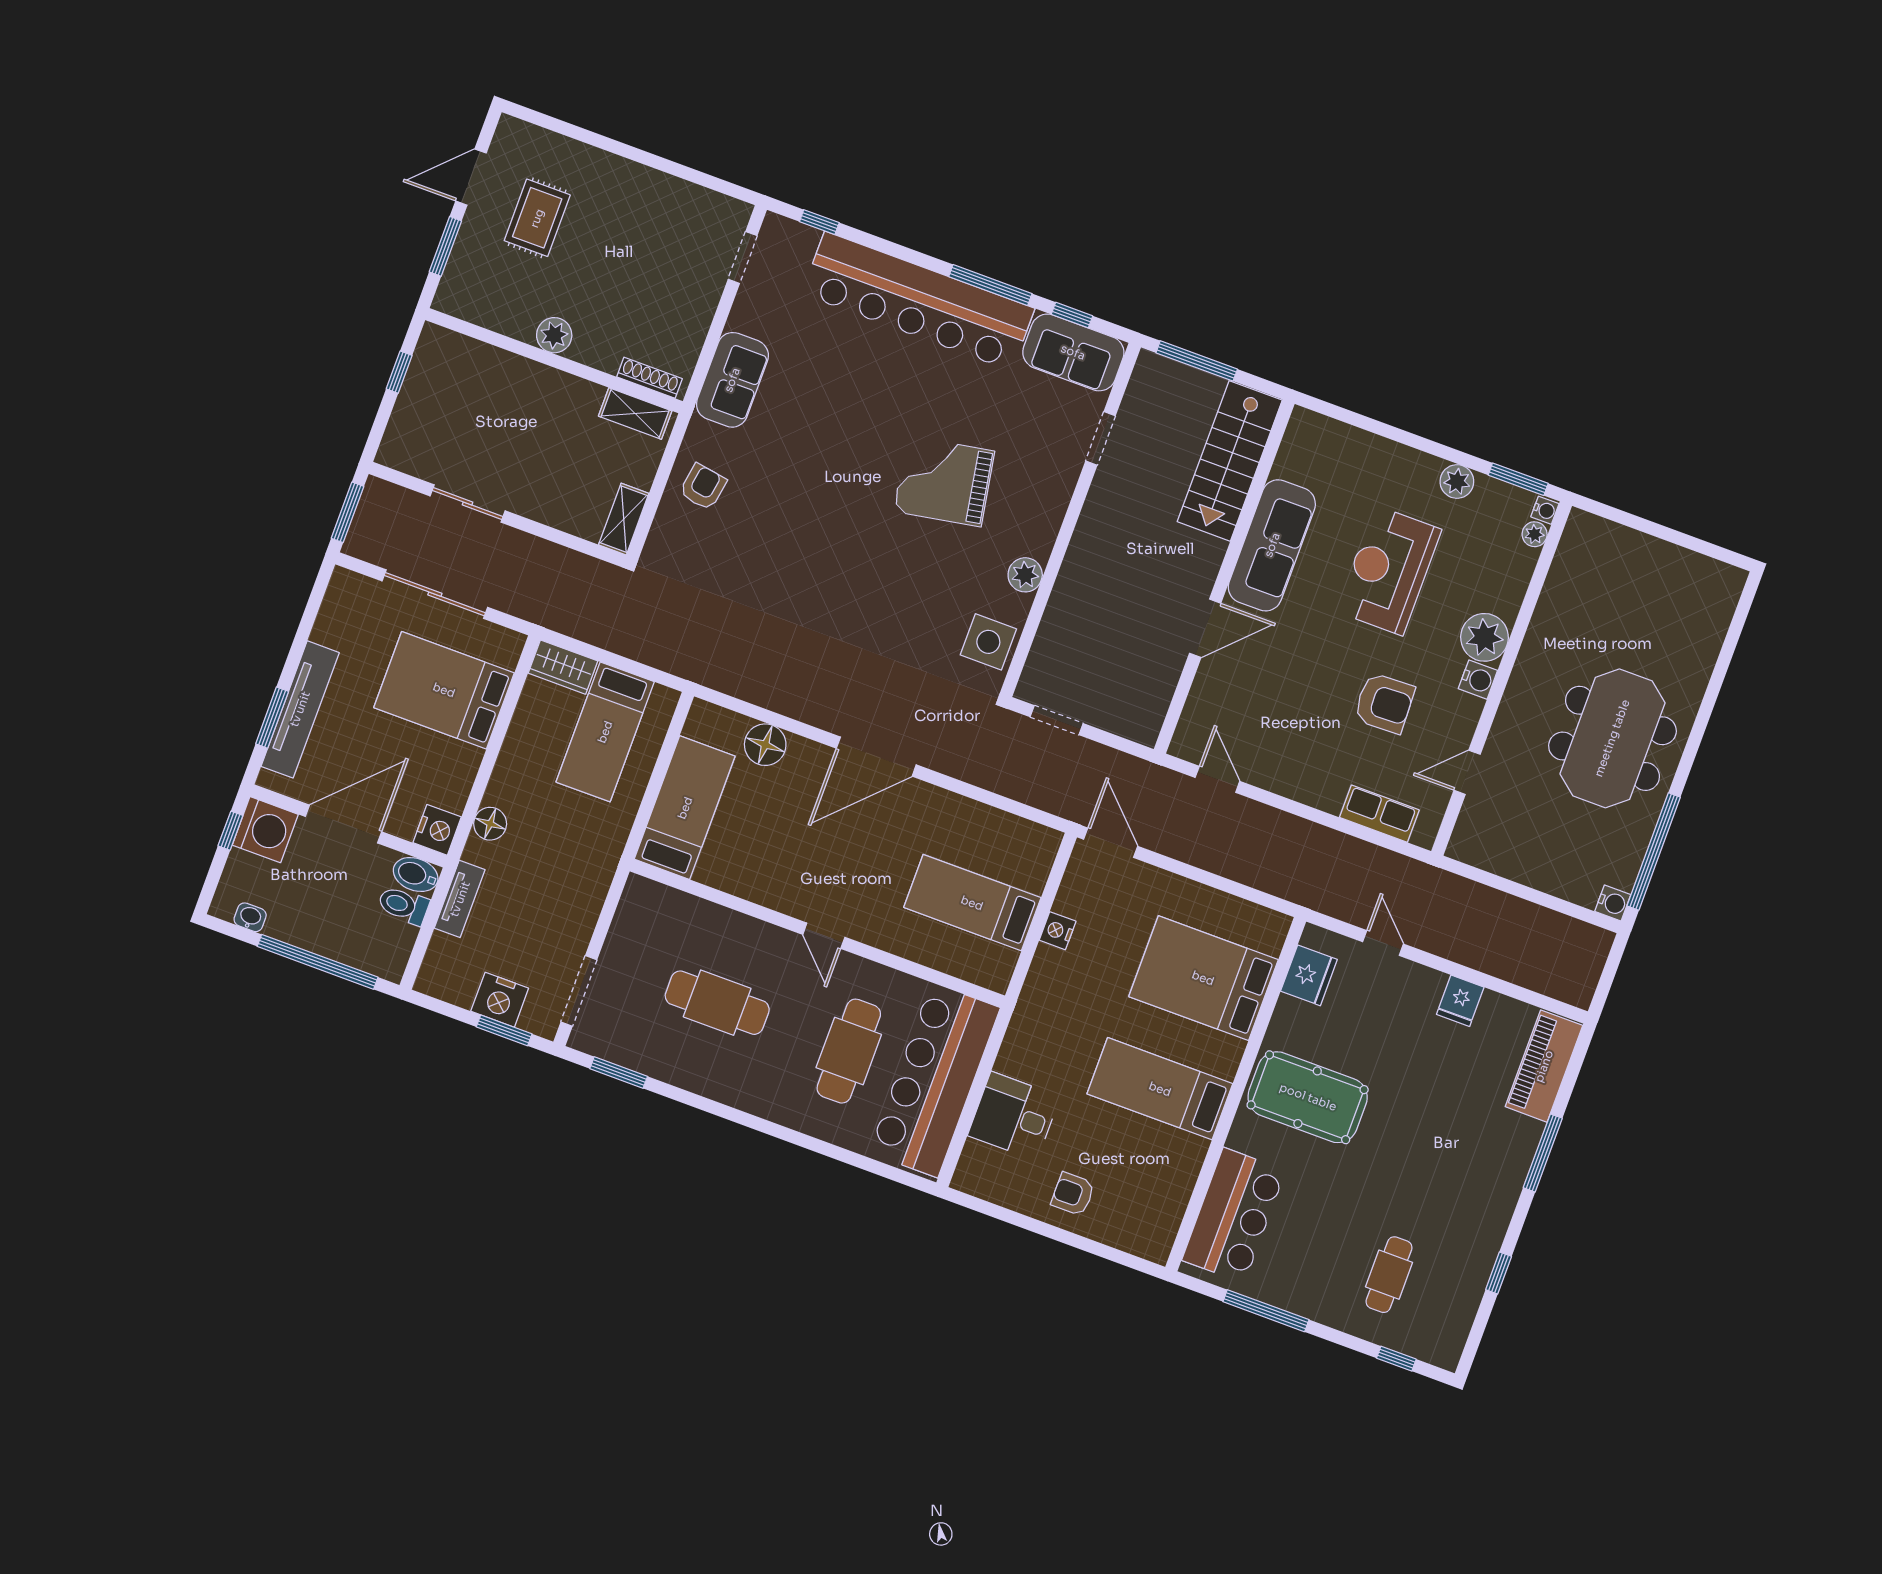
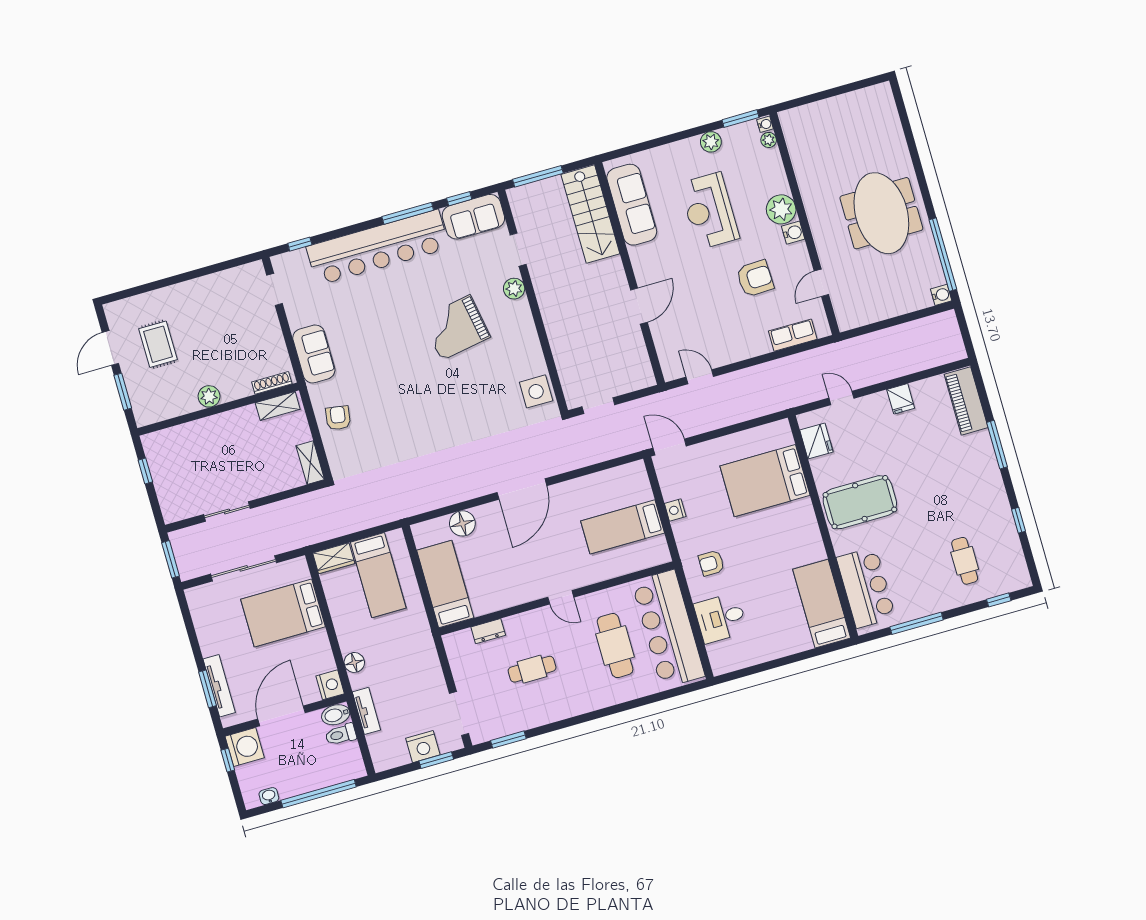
sofa: (1272, 545) -> (632, 205), moved
plant: (1025, 575) -> (514, 289), moved
tv unit: (300, 709) -> (219, 686), width x0.73, depth x0.78
dresser: (696, 911) -> (488, 631), added
cafe table: (717, 1003) -> (532, 669), width x0.73, depth x0.74
bed: (1160, 1089) -> (822, 604), moved, turned 90
armchair: (1073, 1194) -> (711, 563), moved

